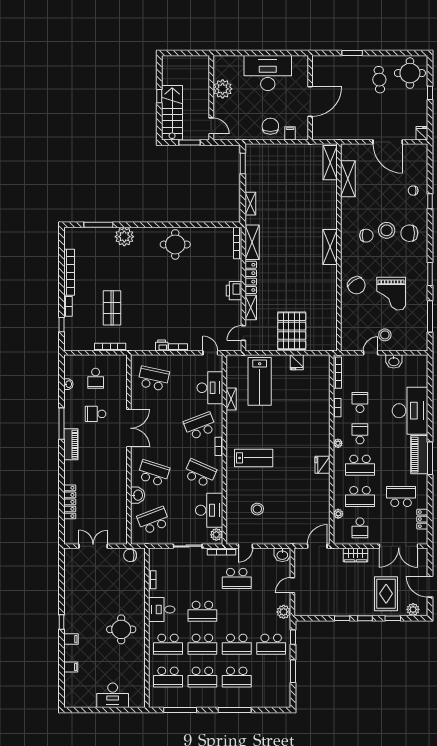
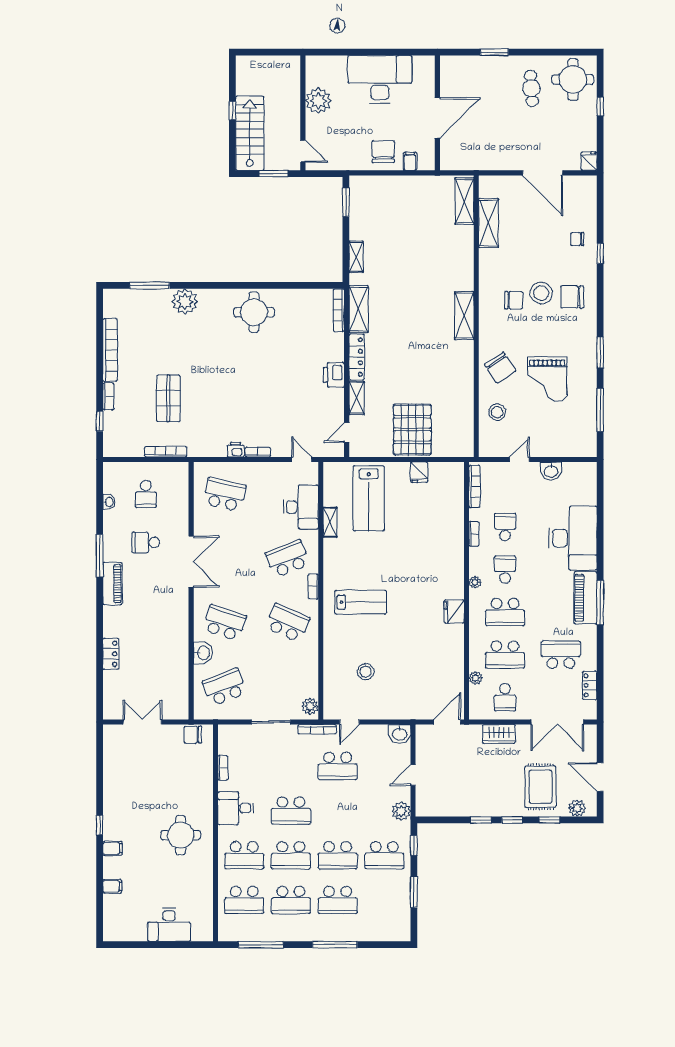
stool: (385, 335) -> (497, 412), moved
locker: (70, 502) -> (111, 654), width x0.66
desk: (209, 510) -> (300, 673), removed

